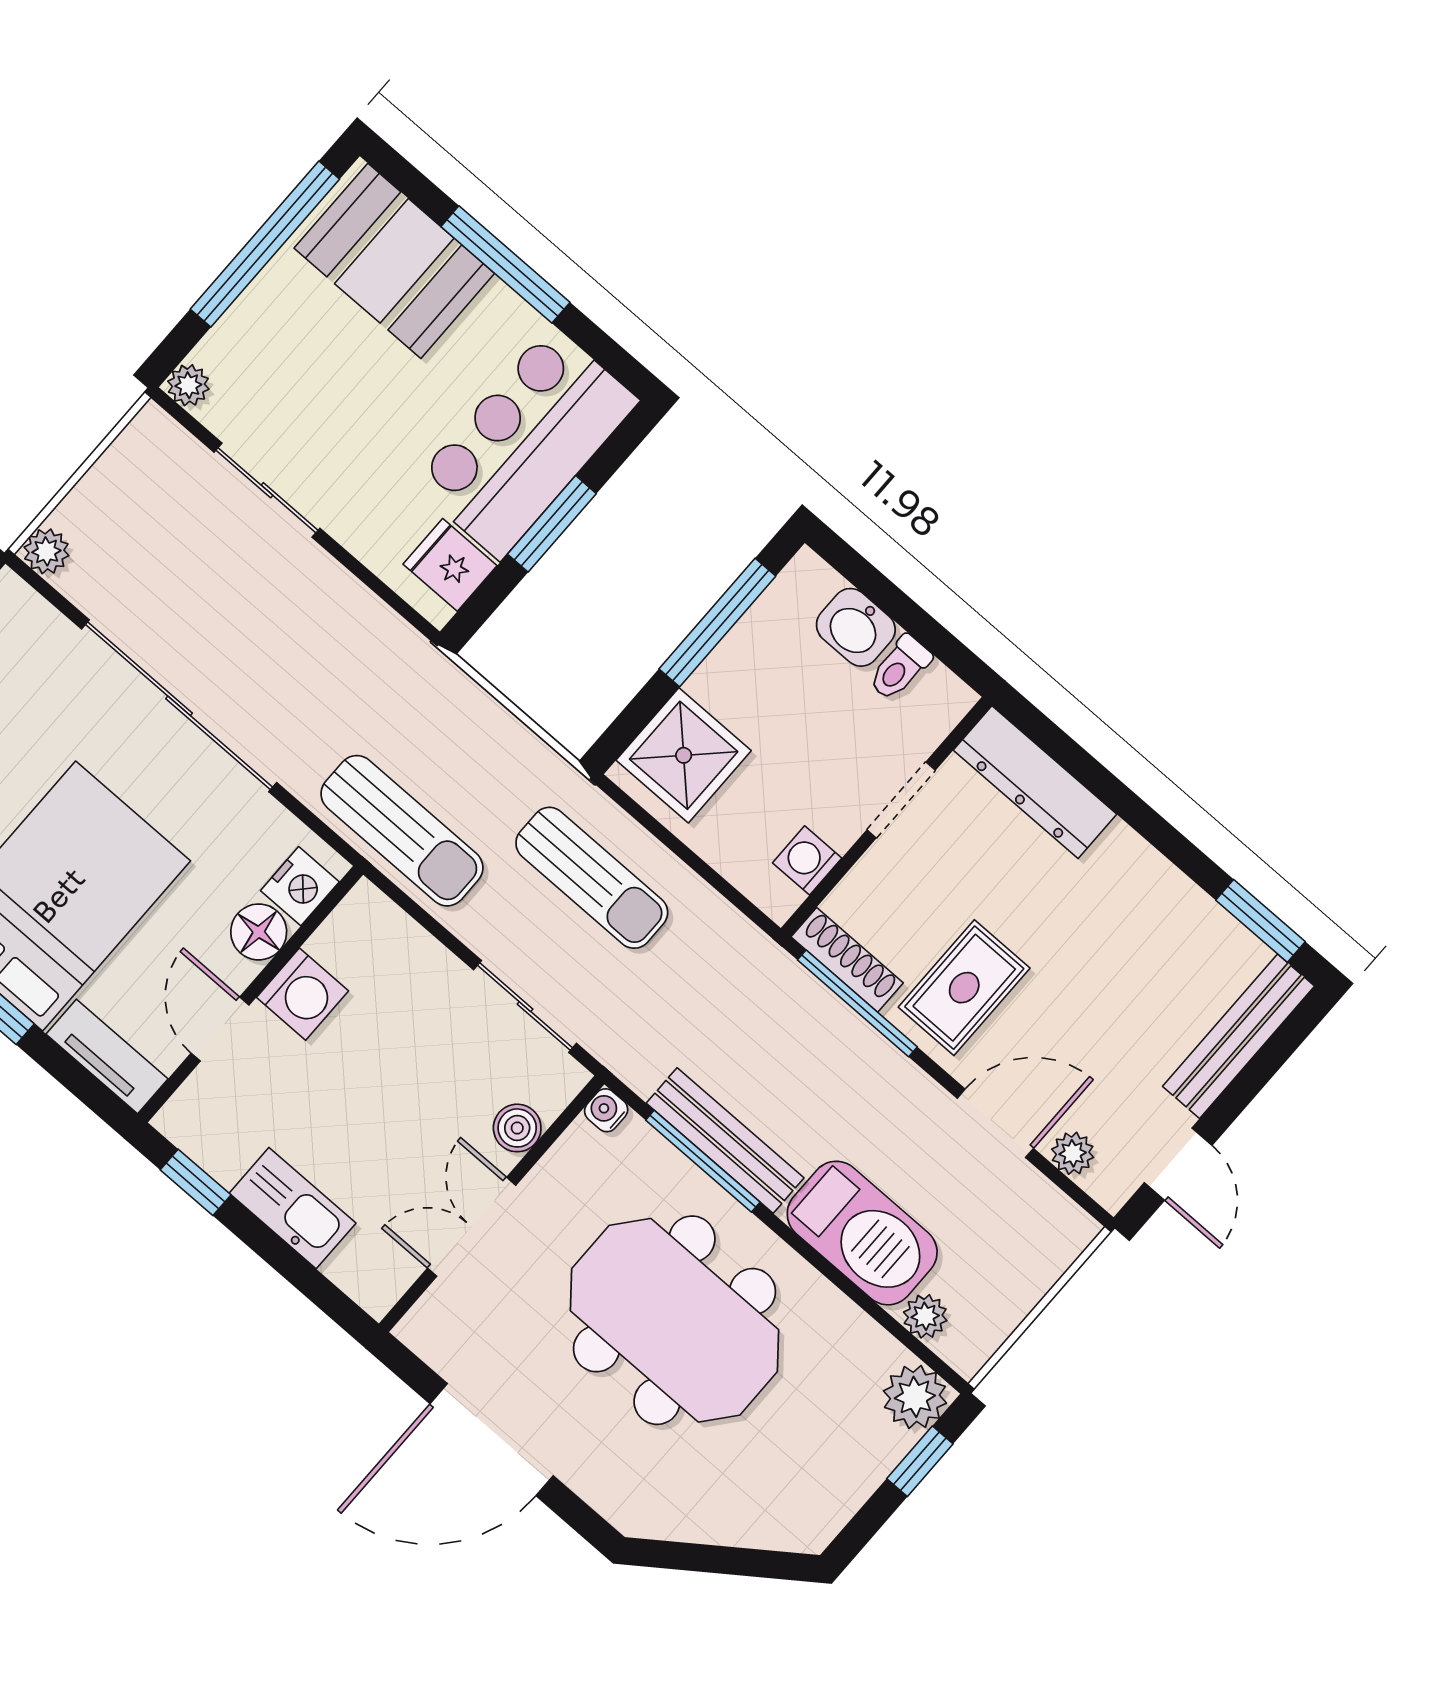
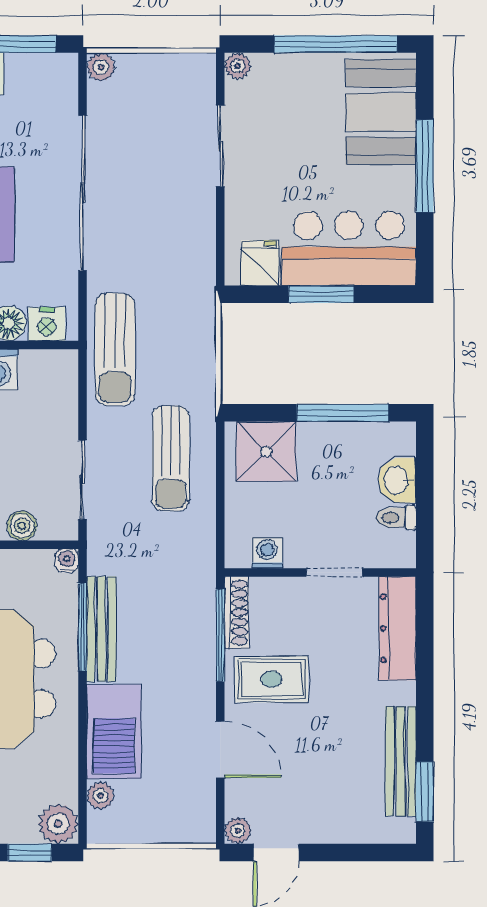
bench: (1239, 1036) -> (401, 761), moved, turned 90
plant: (1073, 1153) -> (238, 831), moved

